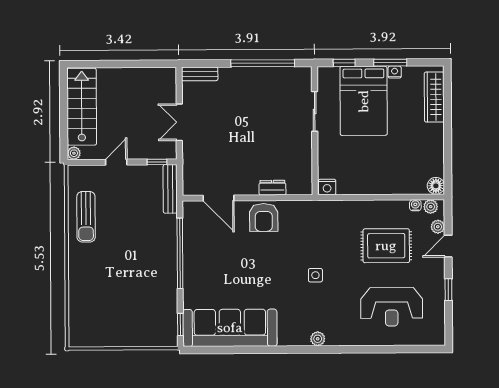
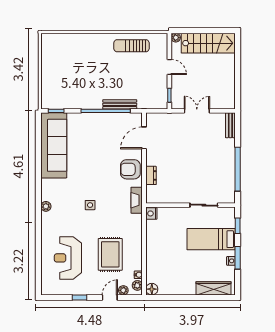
bed: (364, 101) -> (211, 239), width x0.67
bench: (170, 189) -> (120, 104), moved
fireplace: (308, 208) -> (137, 200), added
door: (448, 246) -> (110, 297), hinge flipped

